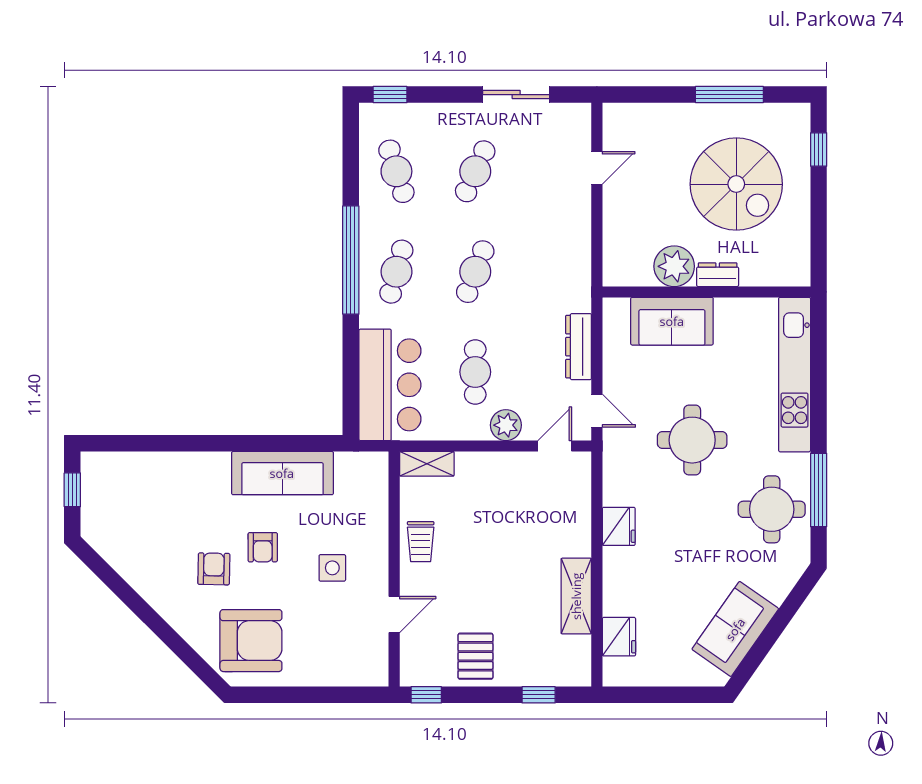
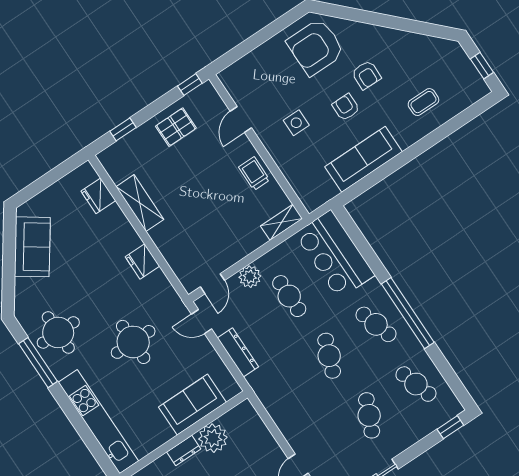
cafe table: (396, 272) -> (376, 324), turned -33
coffee table: (169, 493) -> (423, 102), added
pallet: (475, 656) -> (176, 127), turned 90

